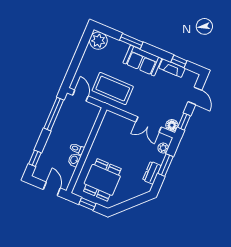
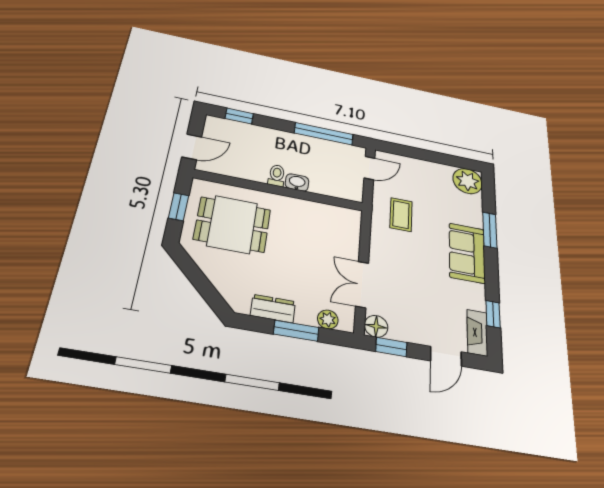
fireplace: (172, 68) -> (477, 333), moved
coffee table: (113, 89) -> (401, 215), width x0.54, depth x0.58
washbasin: (74, 160) -> (297, 182), moved

